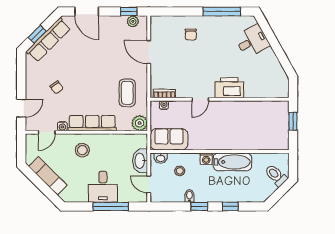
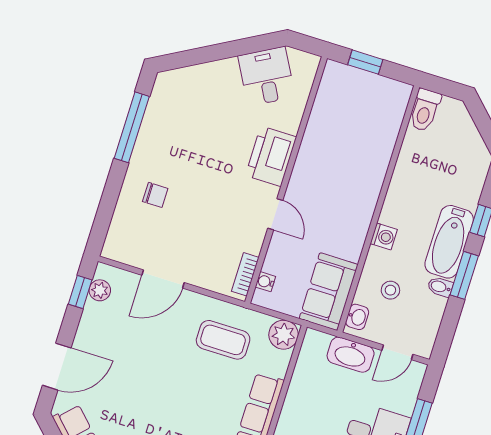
desk: (252, 41) -> (267, 76), moved
bathtub: (232, 162) -> (449, 242), moved, turned 180
toilet: (276, 175) -> (425, 110), moved, turned -45
window: (199, 206) -> (464, 275), width x1.50

